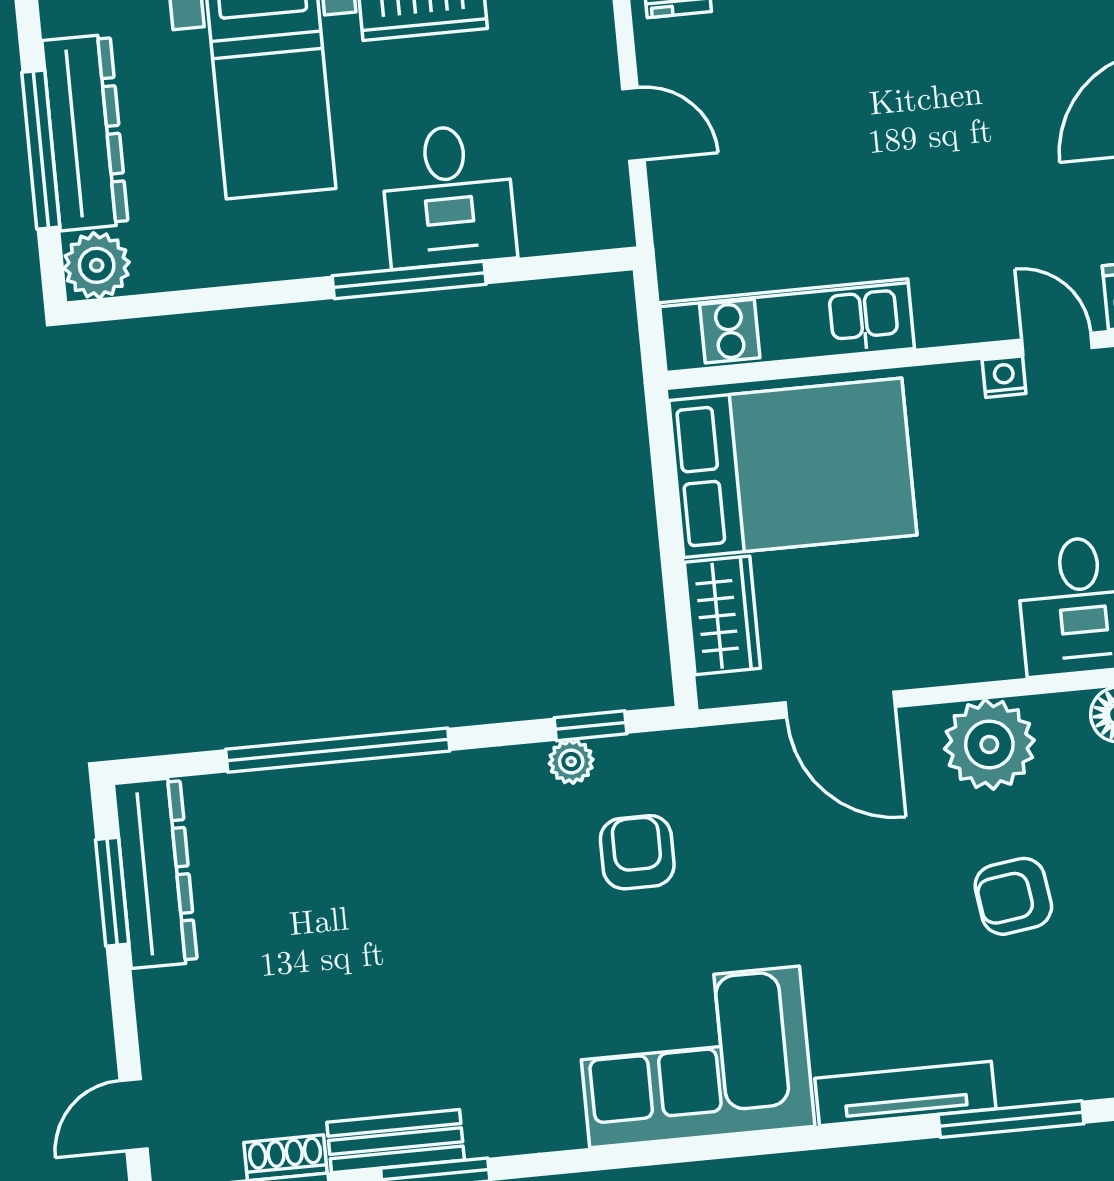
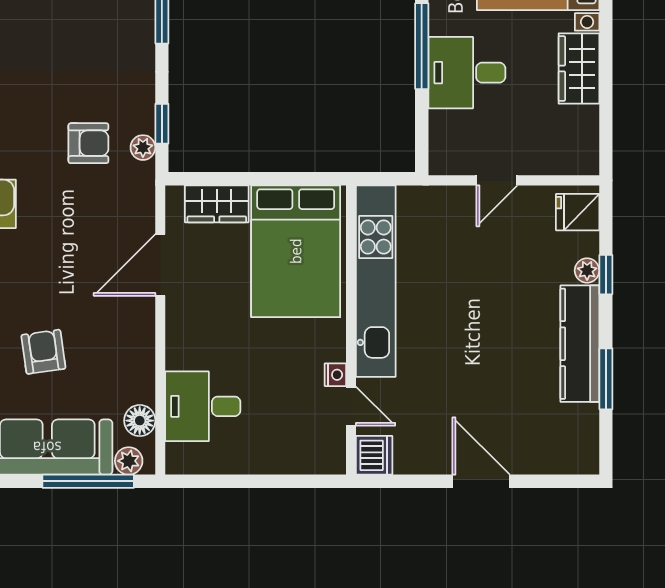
kitchen unit: (787, 326) -> (376, 281), width x1.36
door: (1057, 344) -> (351, 406), hinge flipped
plant: (989, 744) -> (130, 347), removed
plant: (571, 761) -> (143, 148), moved

